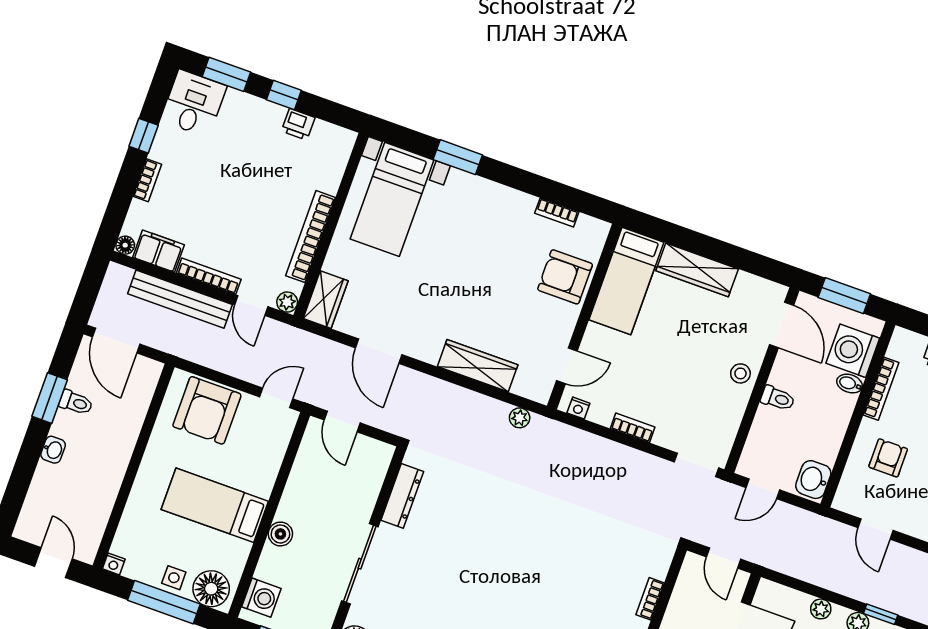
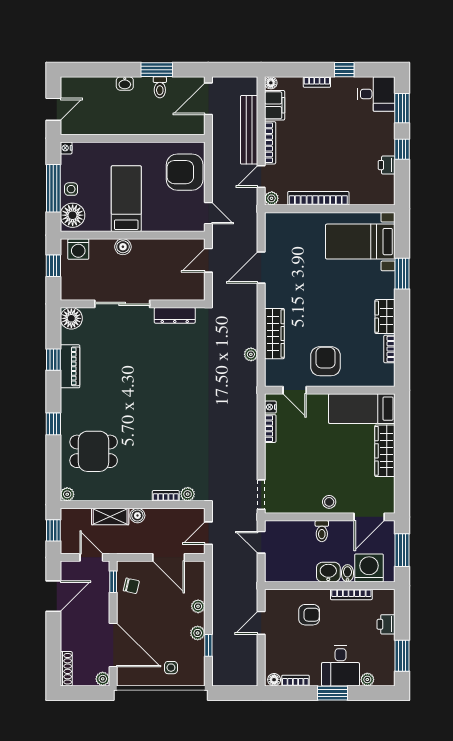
armchair: (565, 277) -> (326, 361), moved
wardrobe: (326, 300) -> (385, 317), moved, turned 90
plant: (520, 418) -> (251, 354), moved
bookcase: (633, 428) -> (270, 429), moved
washbasin: (813, 480) -> (328, 572), moved
plant: (659, 567) -> (188, 494), added

